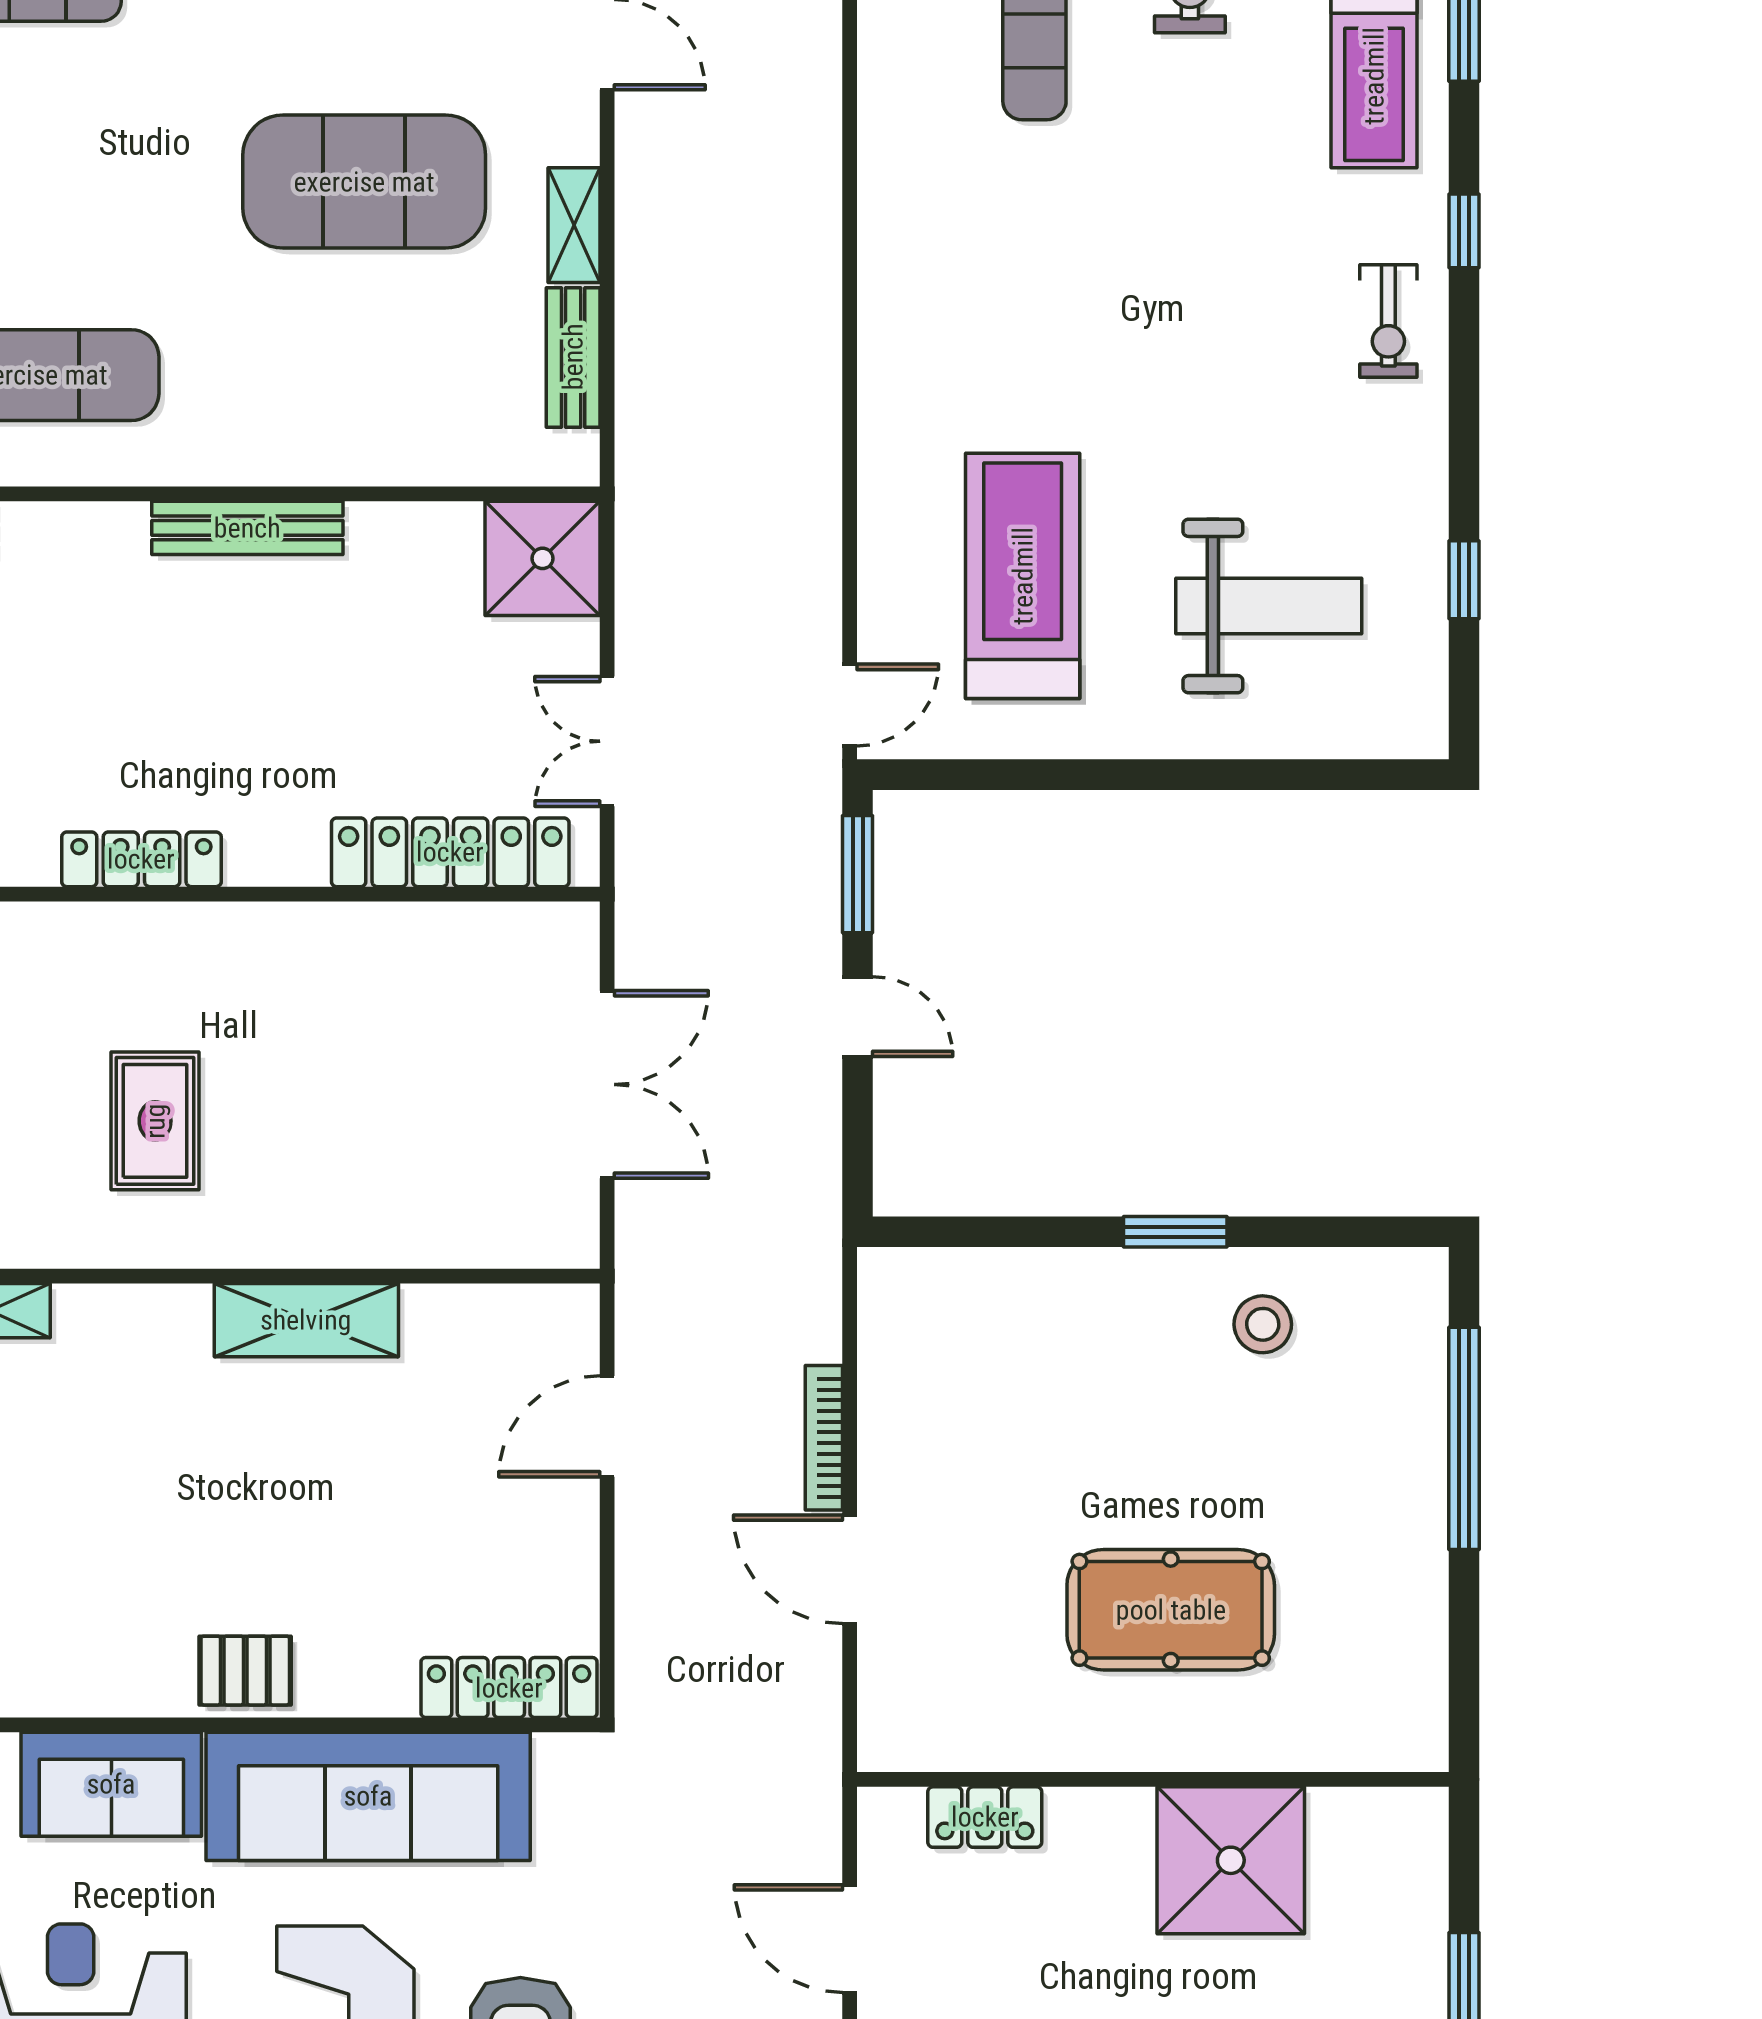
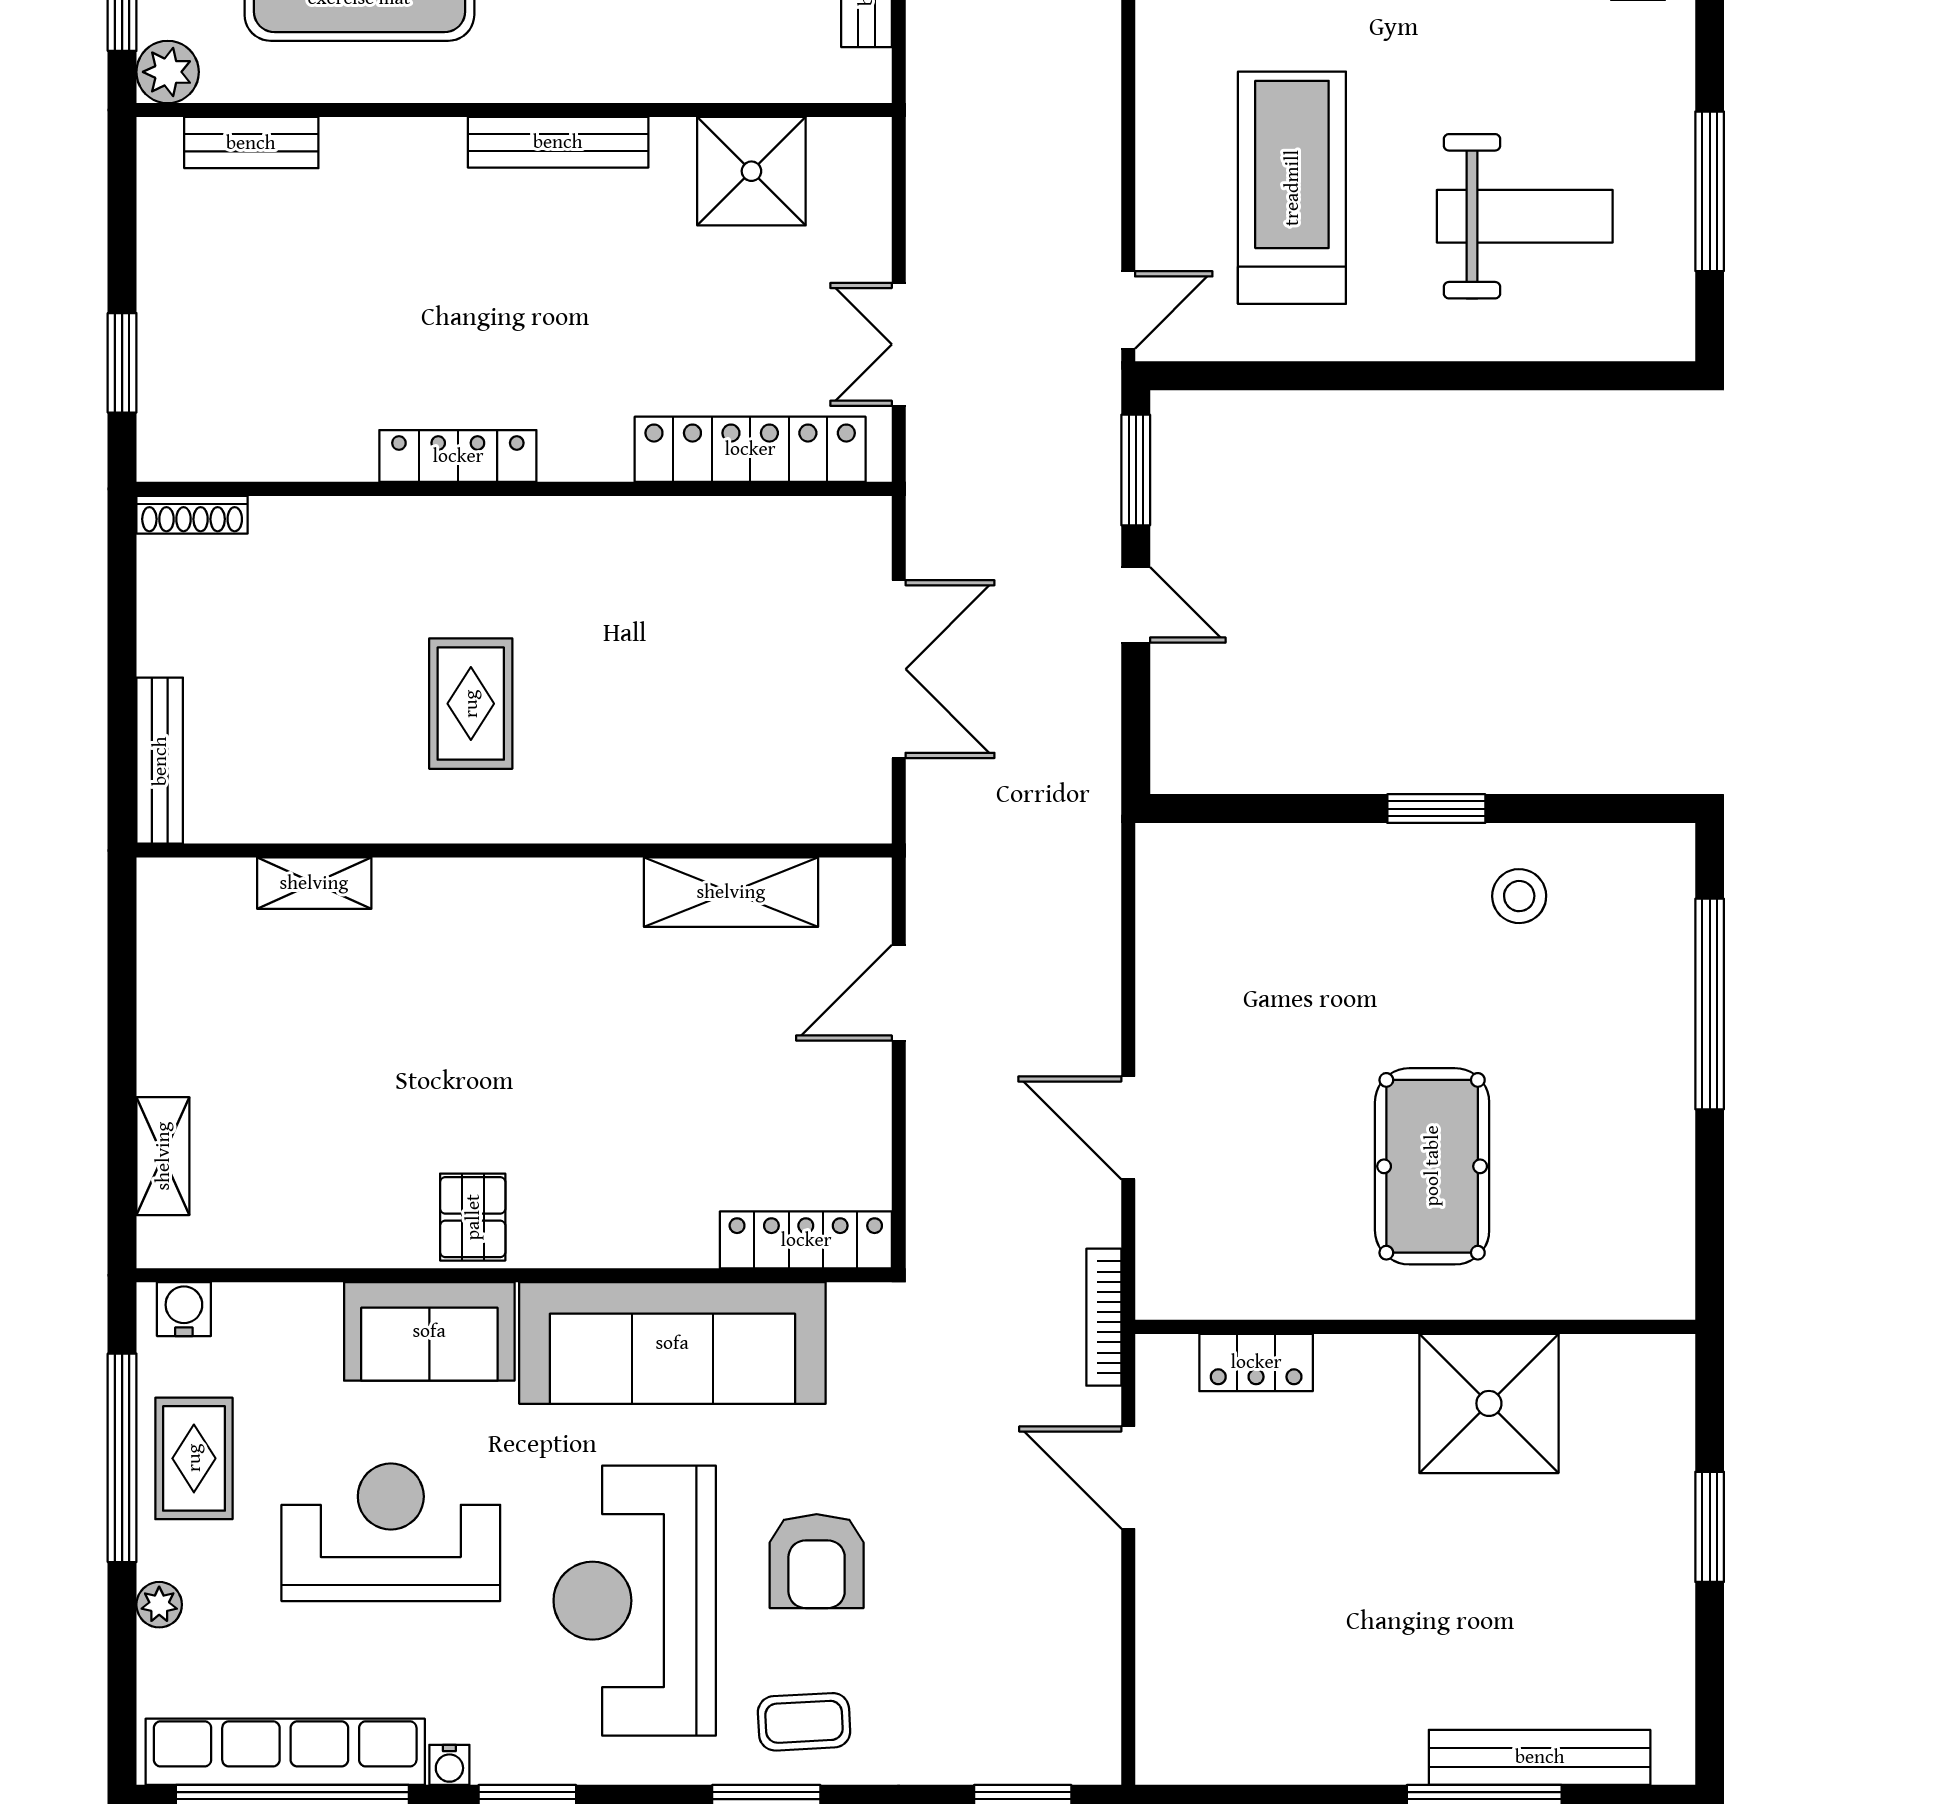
shower: (543, 558) -> (751, 171), moved
window: (1464, 580) -> (1710, 191), width x2.17
shelving: (306, 1320) -> (731, 892), moved
bookcase: (824, 1438) -> (1104, 1317), moved
pool table: (1171, 1610) -> (1432, 1166), turned 90
pallet: (245, 1671) -> (473, 1217), moved, turned 90

